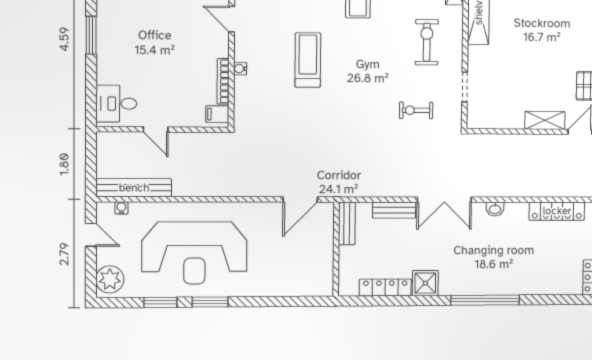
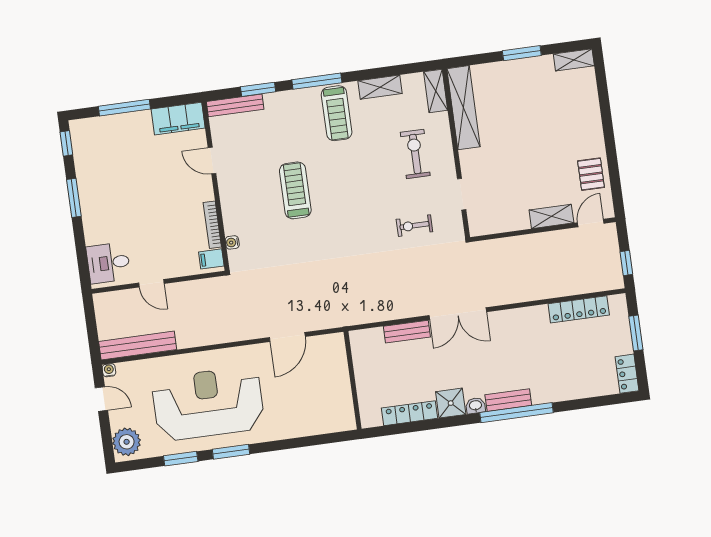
water cooler: (240, 69) -> (232, 242), moved
door: (300, 199) -> (287, 337), moved
water cooler: (121, 208) -> (109, 370), moved
washbasin: (495, 209) -> (476, 406), moved, turned 180
bench: (347, 223) -> (508, 400), moved, turned 90
reception desk: (194, 253) -> (208, 404), turned 180

